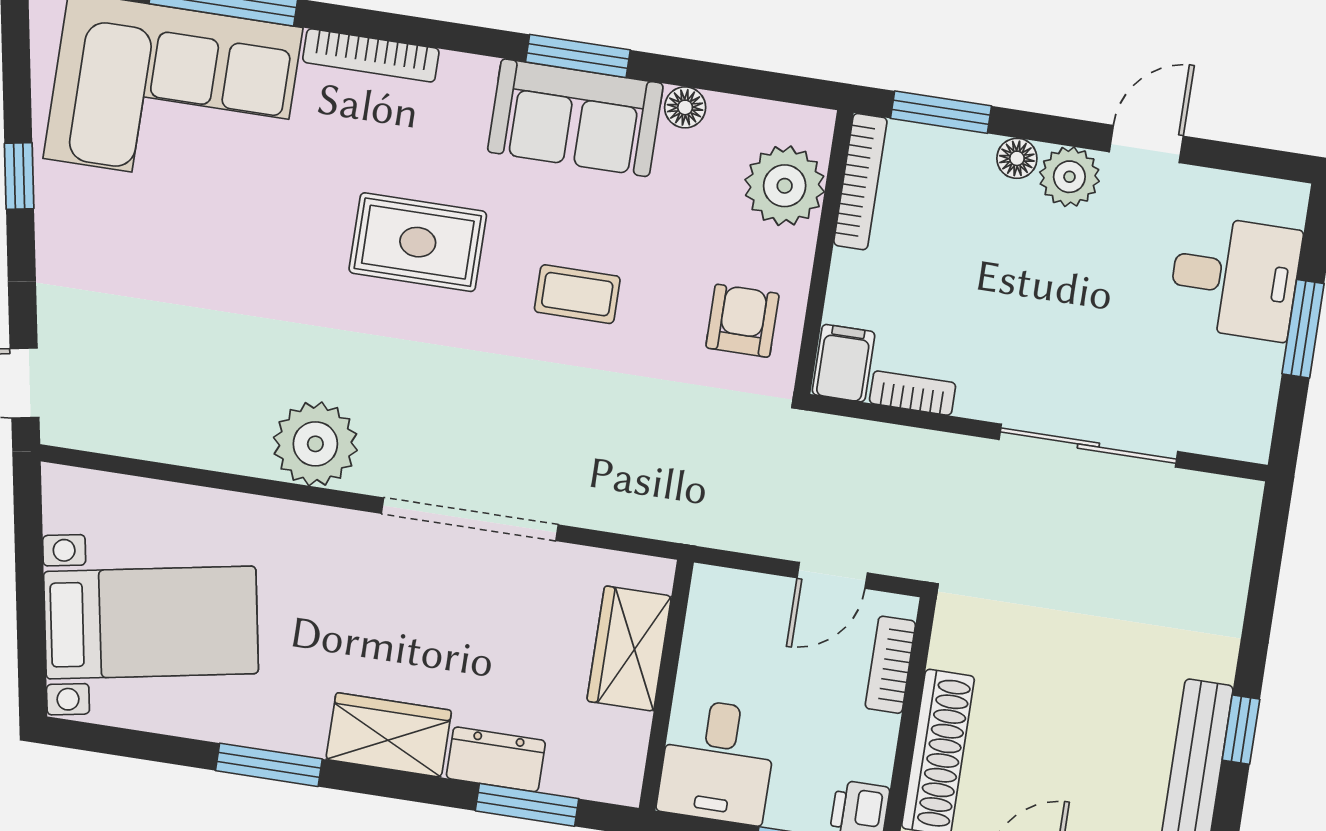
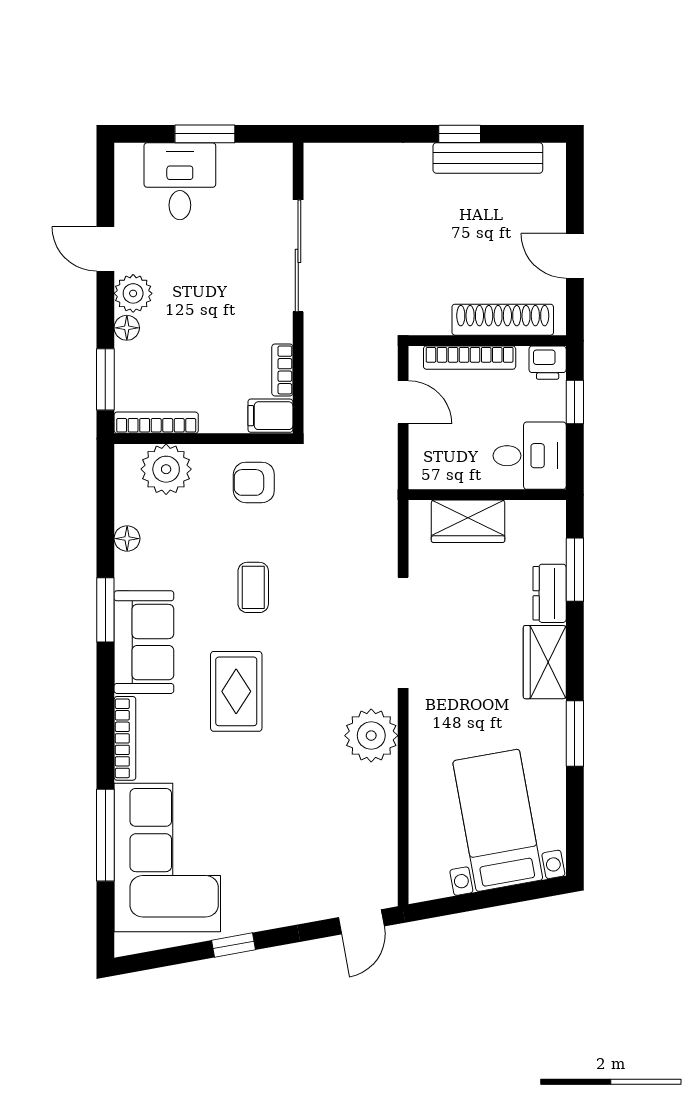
sofa: (575, 118) -> (144, 642), moved
bookcase: (890, 665) -> (470, 358), width x1.56

